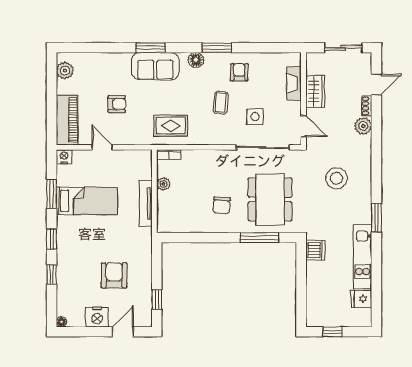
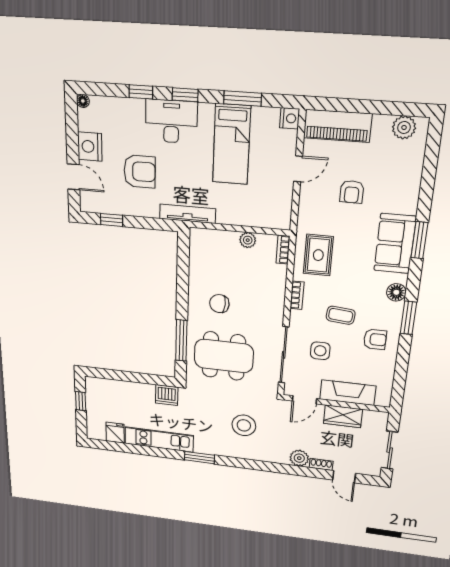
fireplace: (294, 83) -> (348, 393), width x1.37, depth x1.32
bookcase: (207, 140) -> (297, 295), added
tv unit: (146, 203) -> (188, 214), moved
desk: (73, 250) -> (171, 121), added

